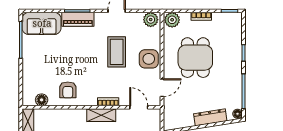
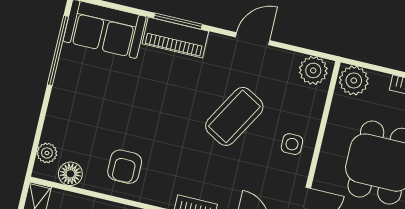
coffee table: (117, 52) -> (234, 116), turned 30
side table: (149, 59) -> (292, 144), width x0.54, depth x0.54
plant: (27, 92) -> (47, 153), added

